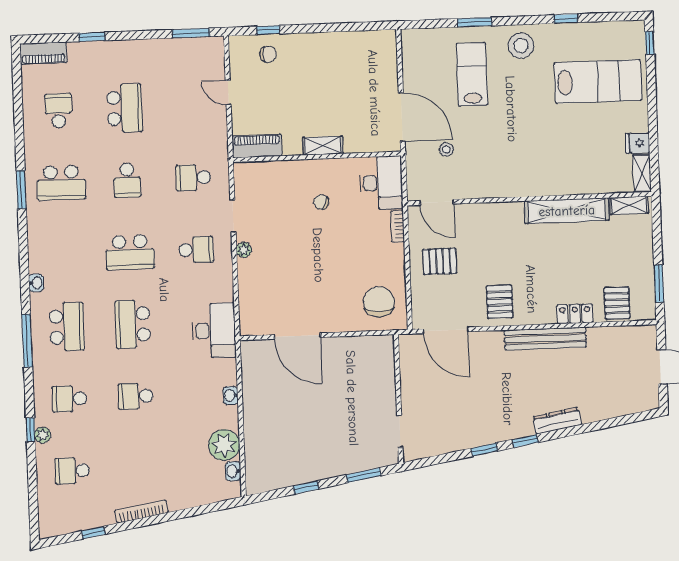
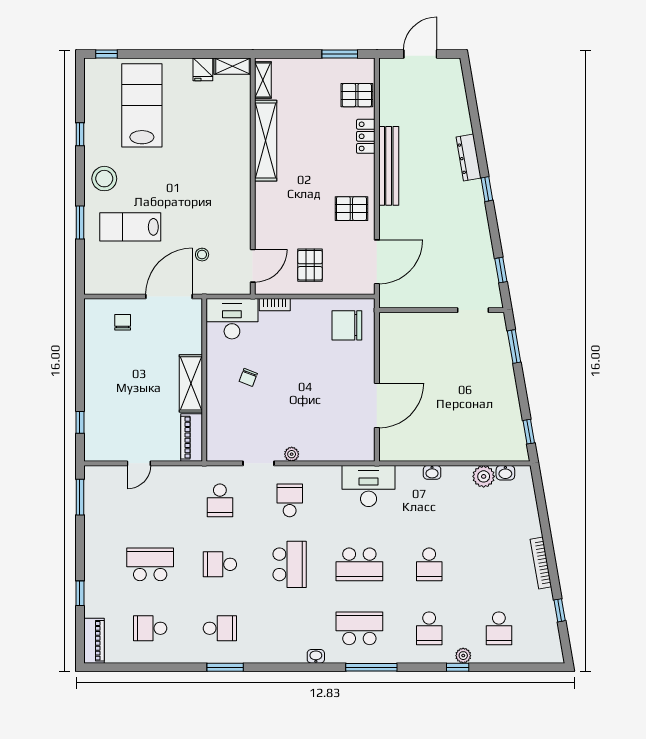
chair: (268, 54) -> (123, 322), moved
shelving: (323, 145) -> (191, 383), width x1.50, depth x1.33
school desk: (127, 180) -> (220, 564), turned 180
school desk: (61, 183) -> (220, 628), width x0.54
plant: (224, 445) -> (484, 476), width x0.73, depth x0.73
window: (484, 450) -> (501, 270), moved
window: (306, 487) -> (529, 432), moved

